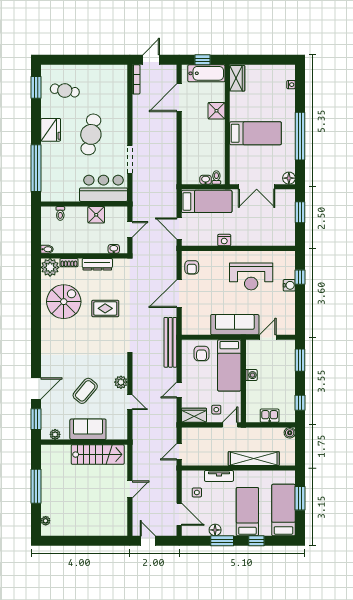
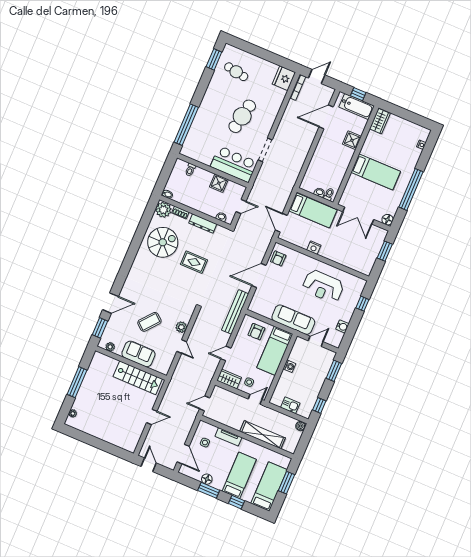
fridge: (51, 130) -> (284, 78), moved, turned 180
water cooler: (289, 285) -> (342, 326), moved

